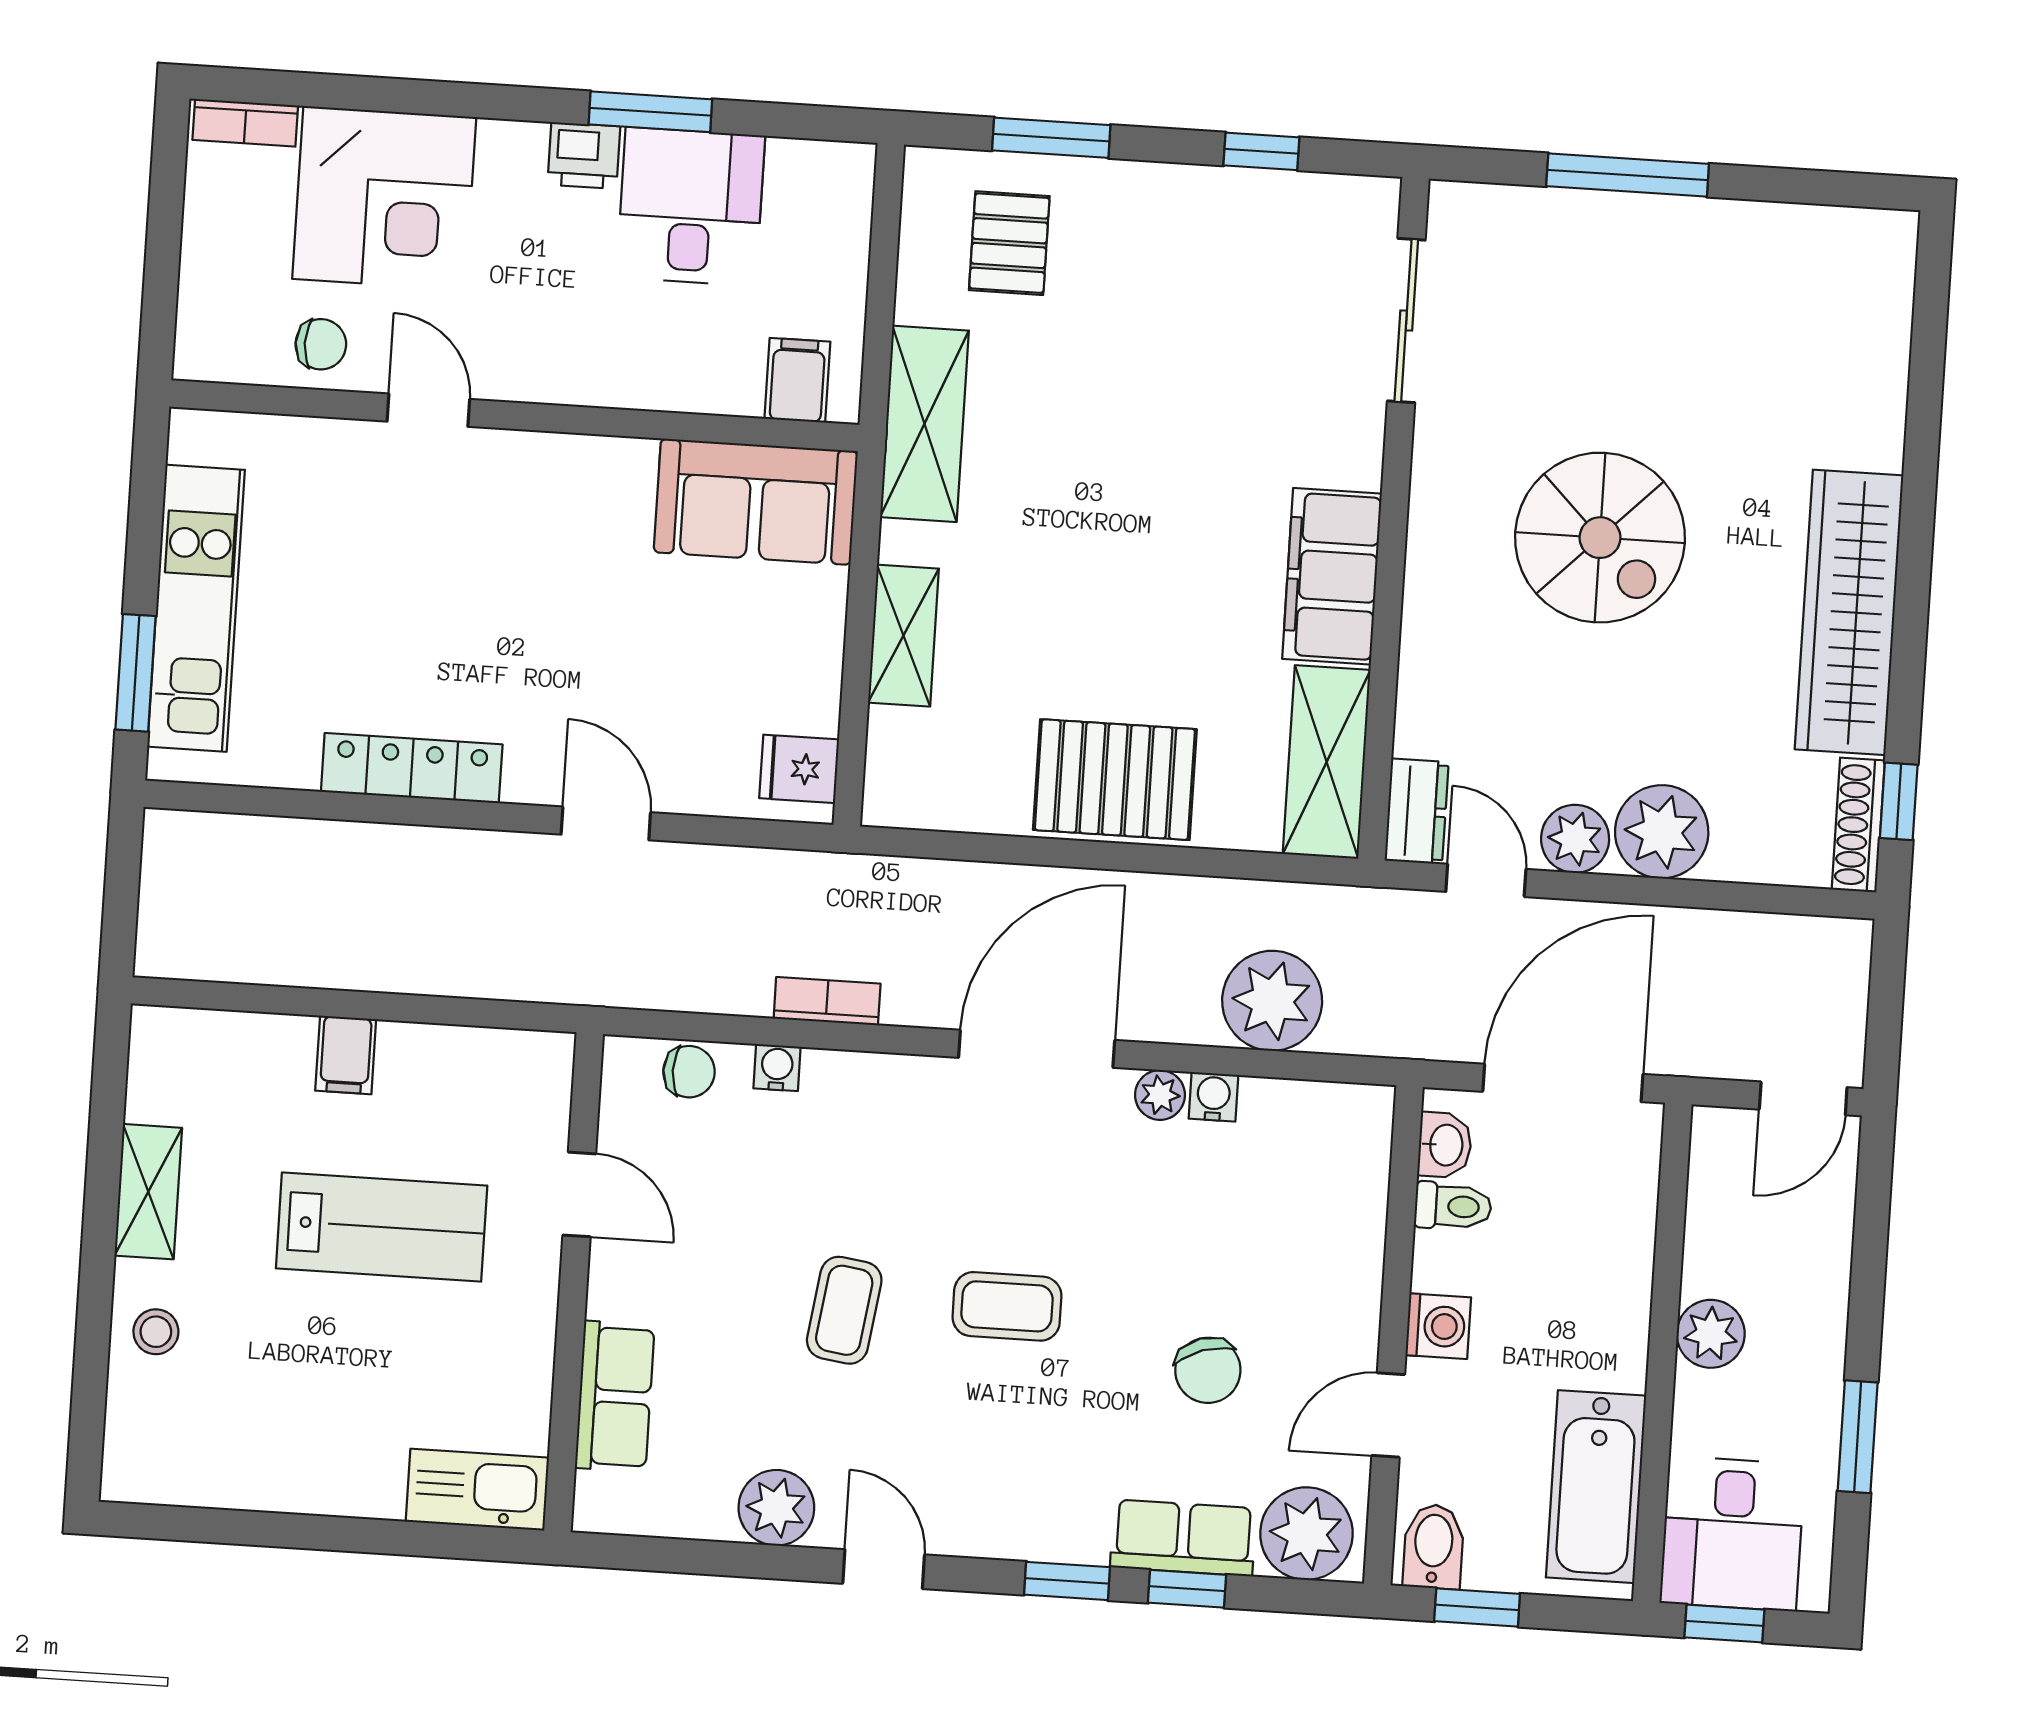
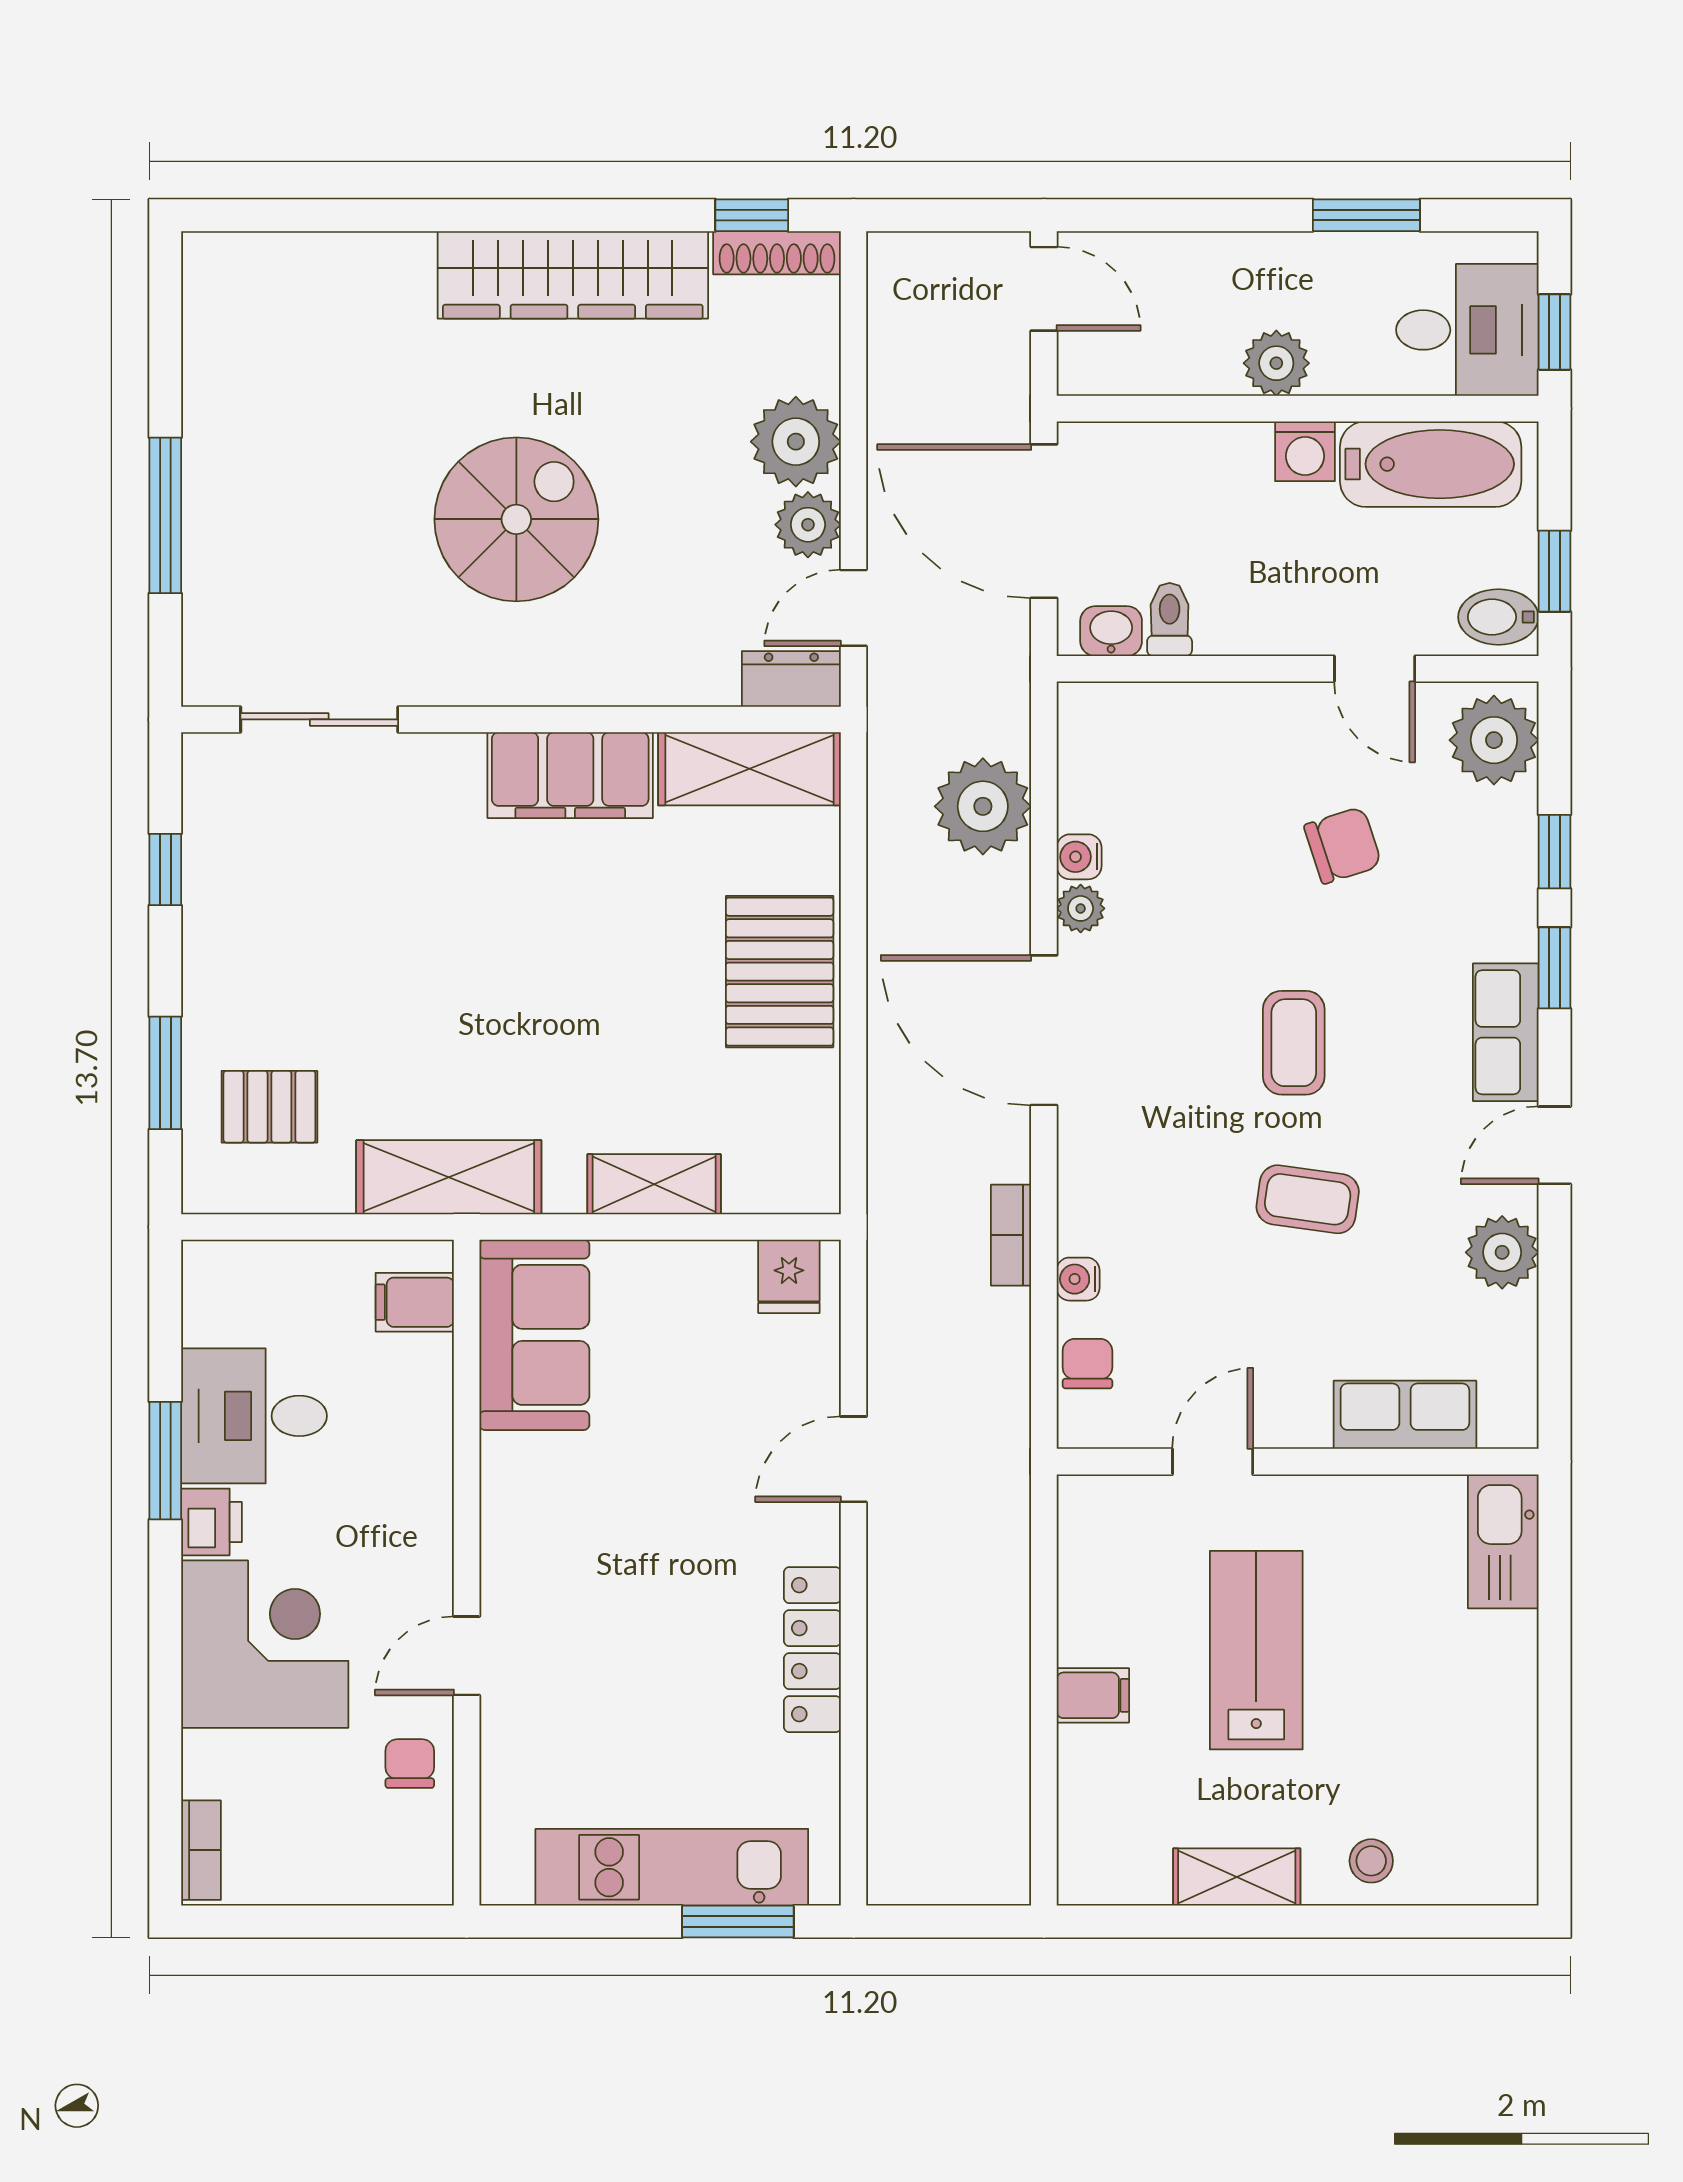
corner desk: (384, 198) -> (265, 1644), moved
washing machine: (1438, 1326) -> (1305, 451), moved, turned 180
row of seats: (1183, 1538) -> (1506, 1032), moved

